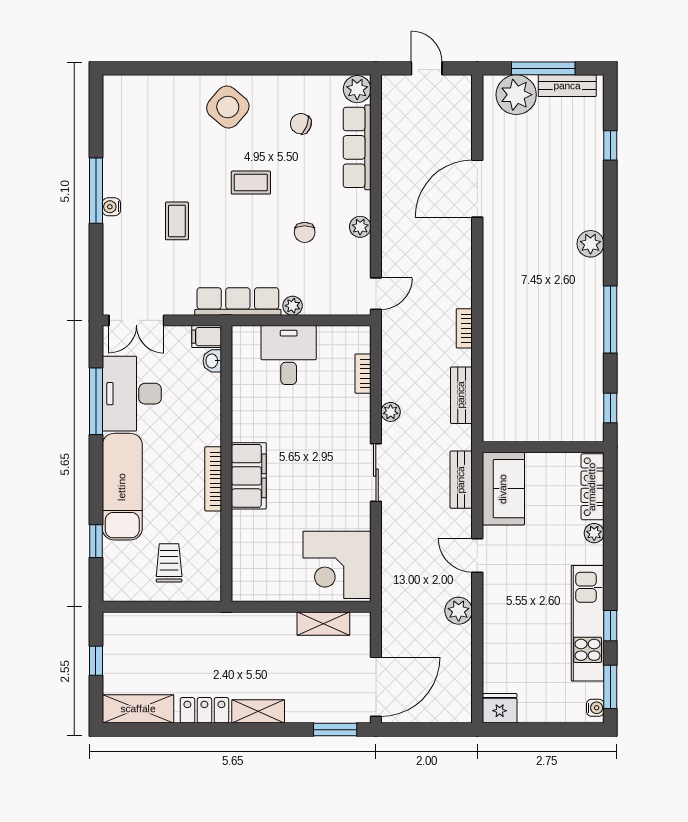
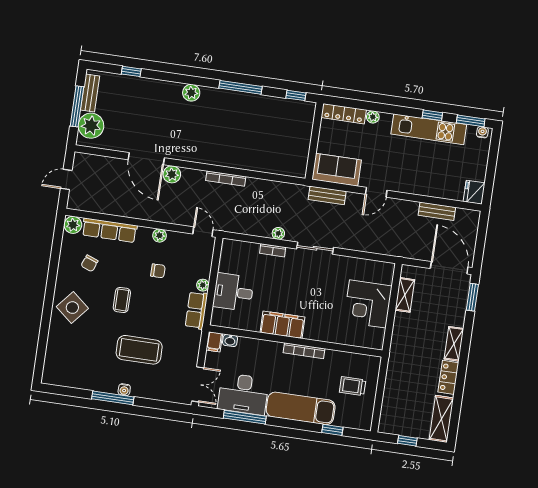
coffee table: (177, 221) -> (139, 350), width x1.86, depth x1.72
row of seats: (238, 301) -> (196, 310), width x0.68
bookcase: (464, 328) -> (226, 179), width x1.56
bookcase: (363, 374) -> (273, 250), moved
bench: (461, 395) -> (437, 211), moved
filing cabinet: (249, 476) -> (282, 325), moved
corner desk: (337, 565) -> (368, 304), moved, turned 90
plant: (459, 611) -> (172, 174), moved

